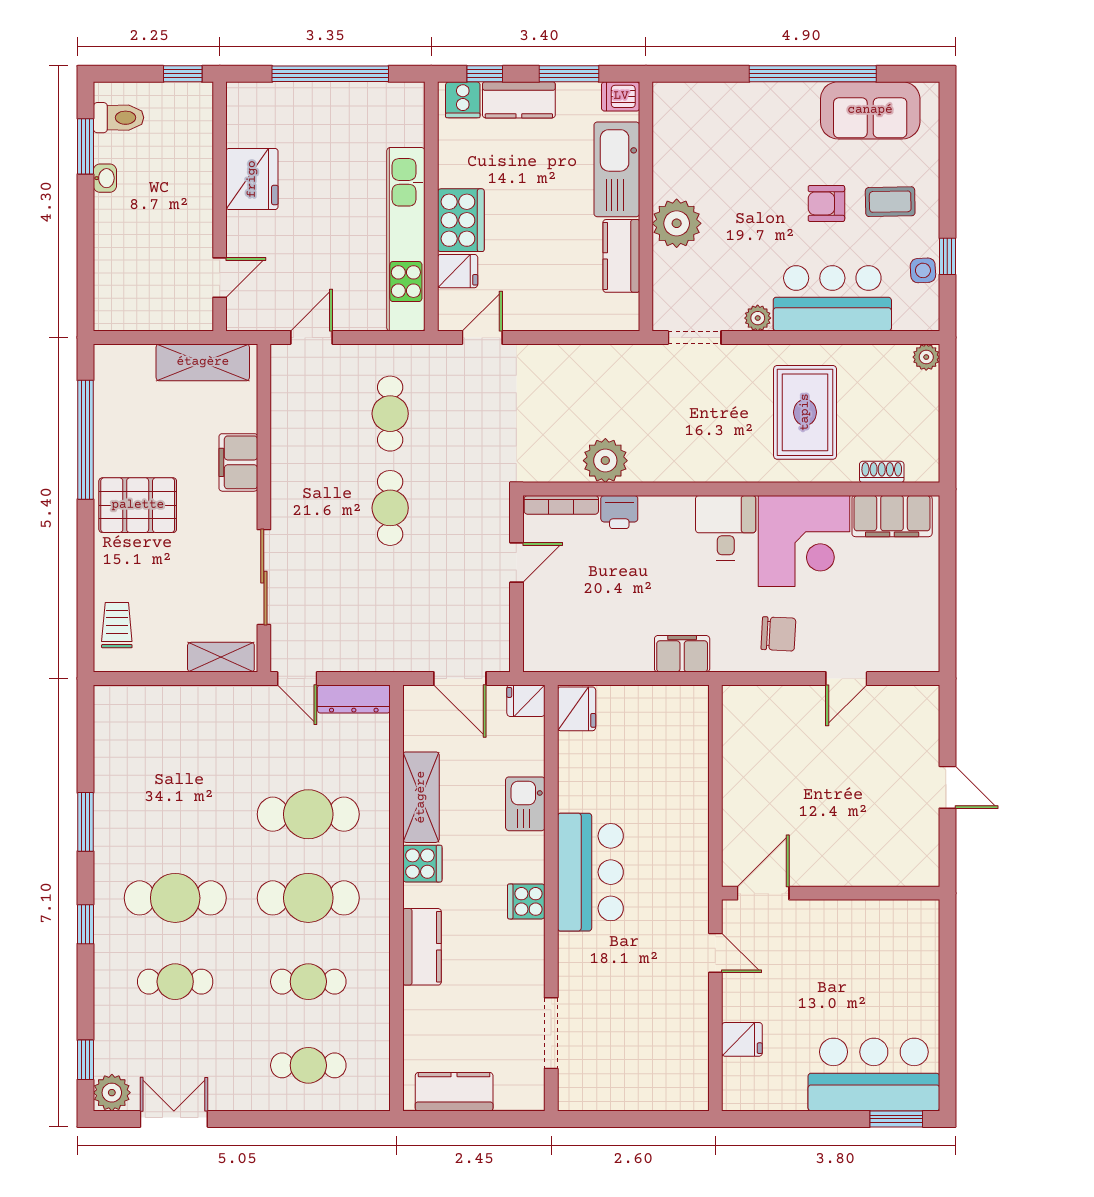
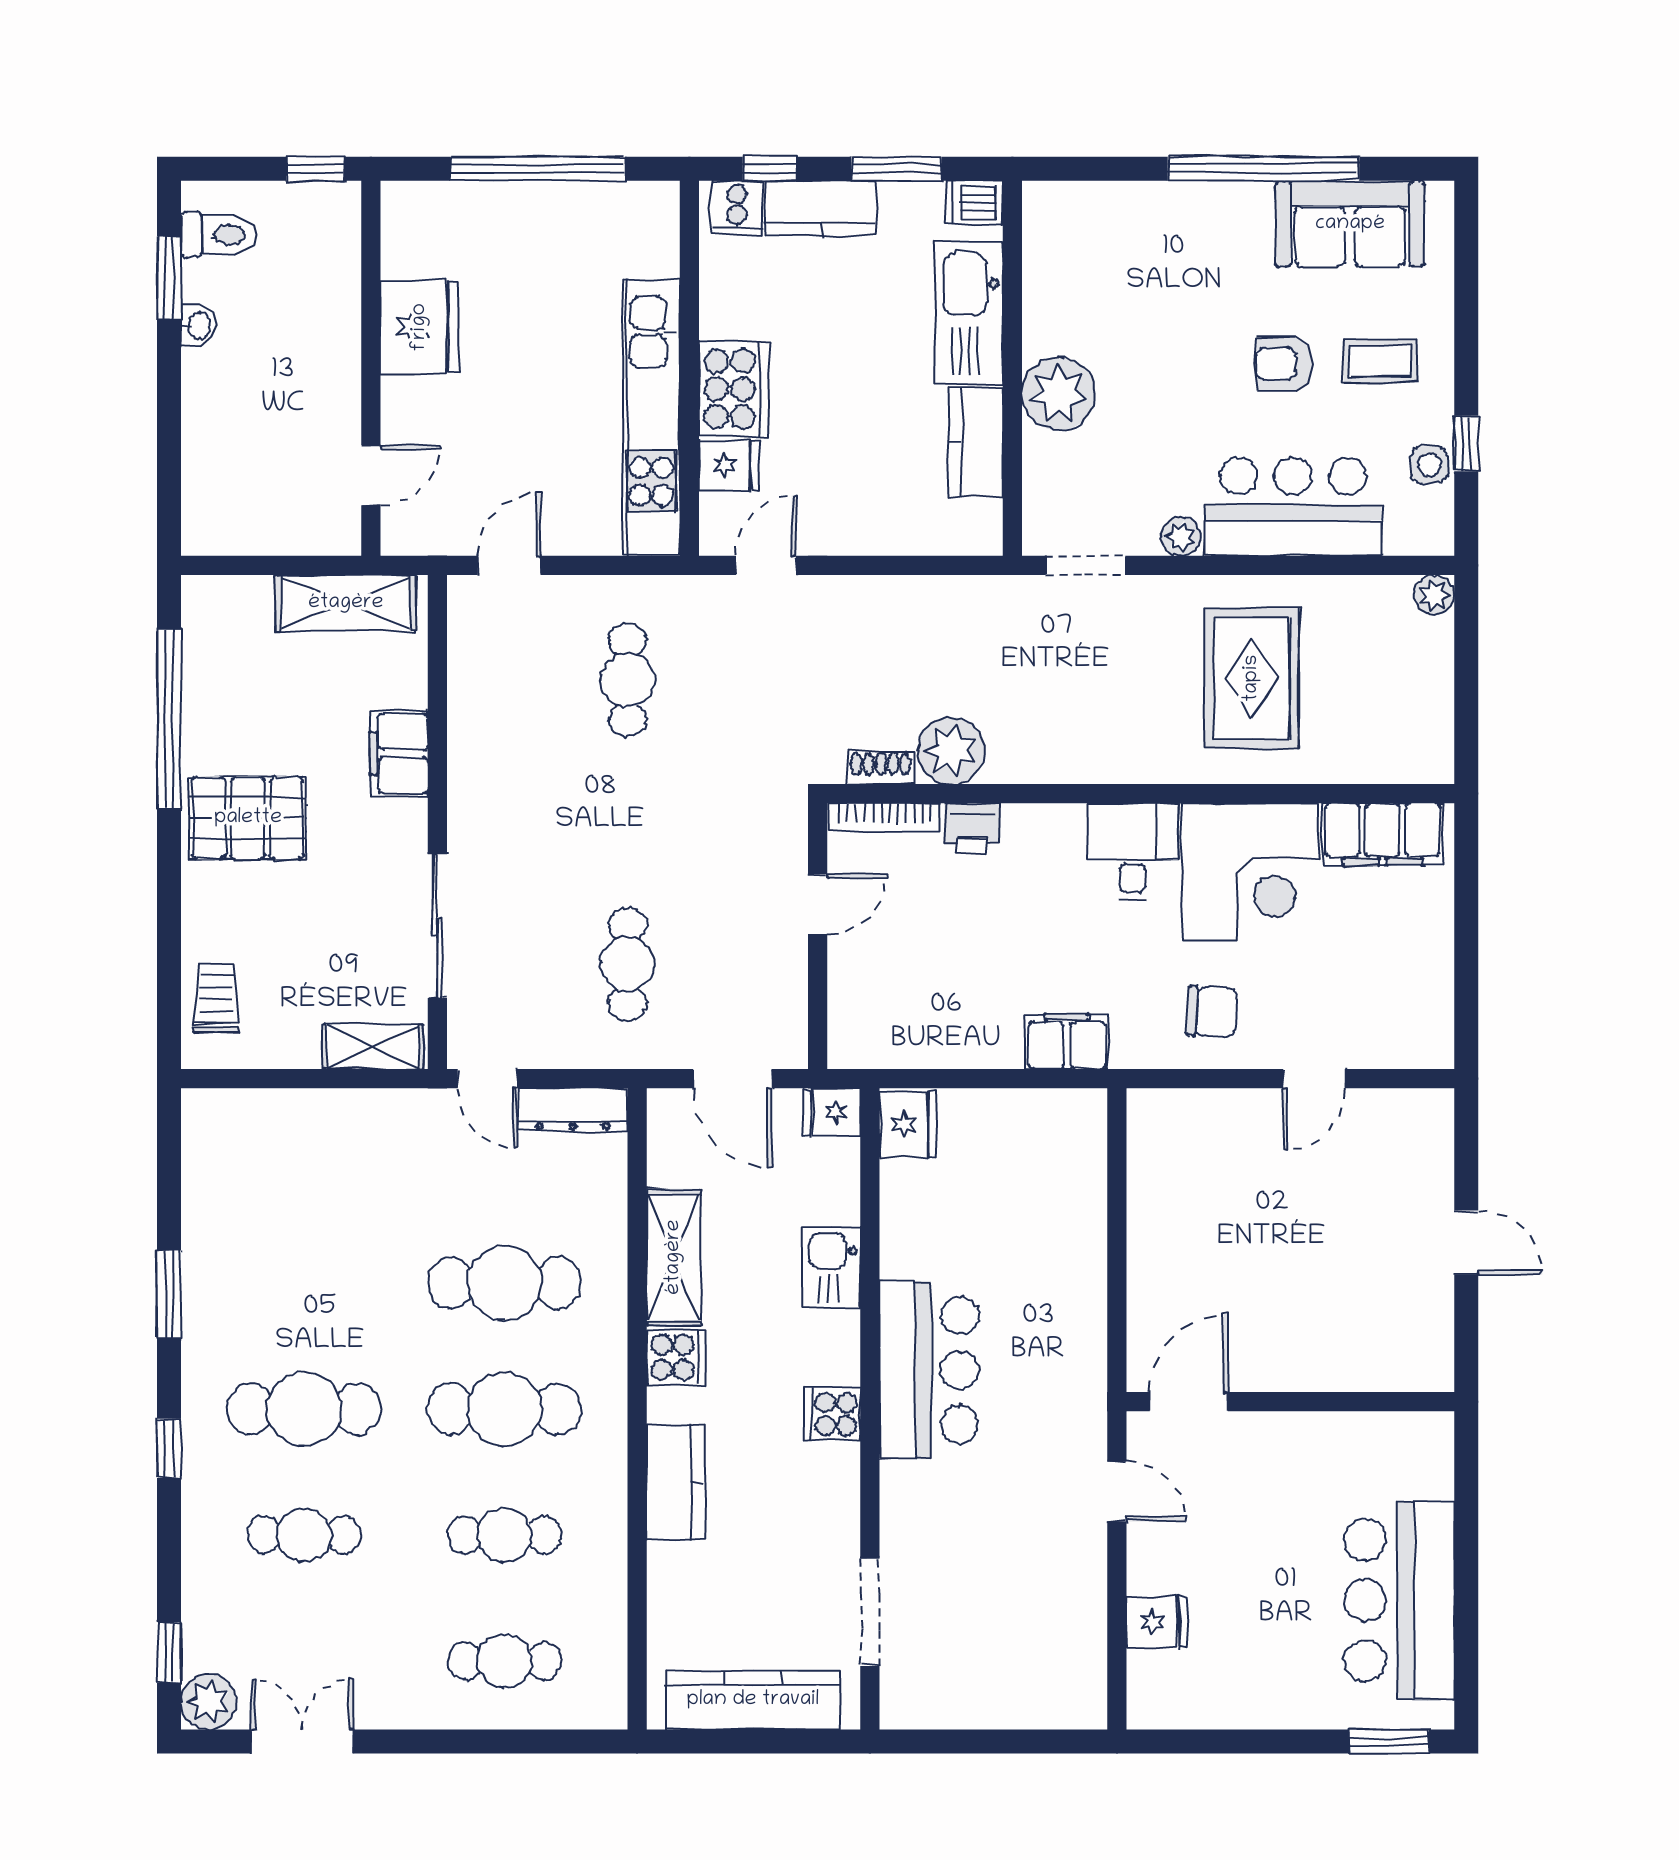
shoe rack: (882, 472) -> (881, 768), moved
cafe table: (390, 508) -> (628, 964), moved
bar counter: (874, 1075) -> (1399, 1600), moved, turned -90
kitchen counter: (454, 1092) -> (753, 1700), width x1.50

